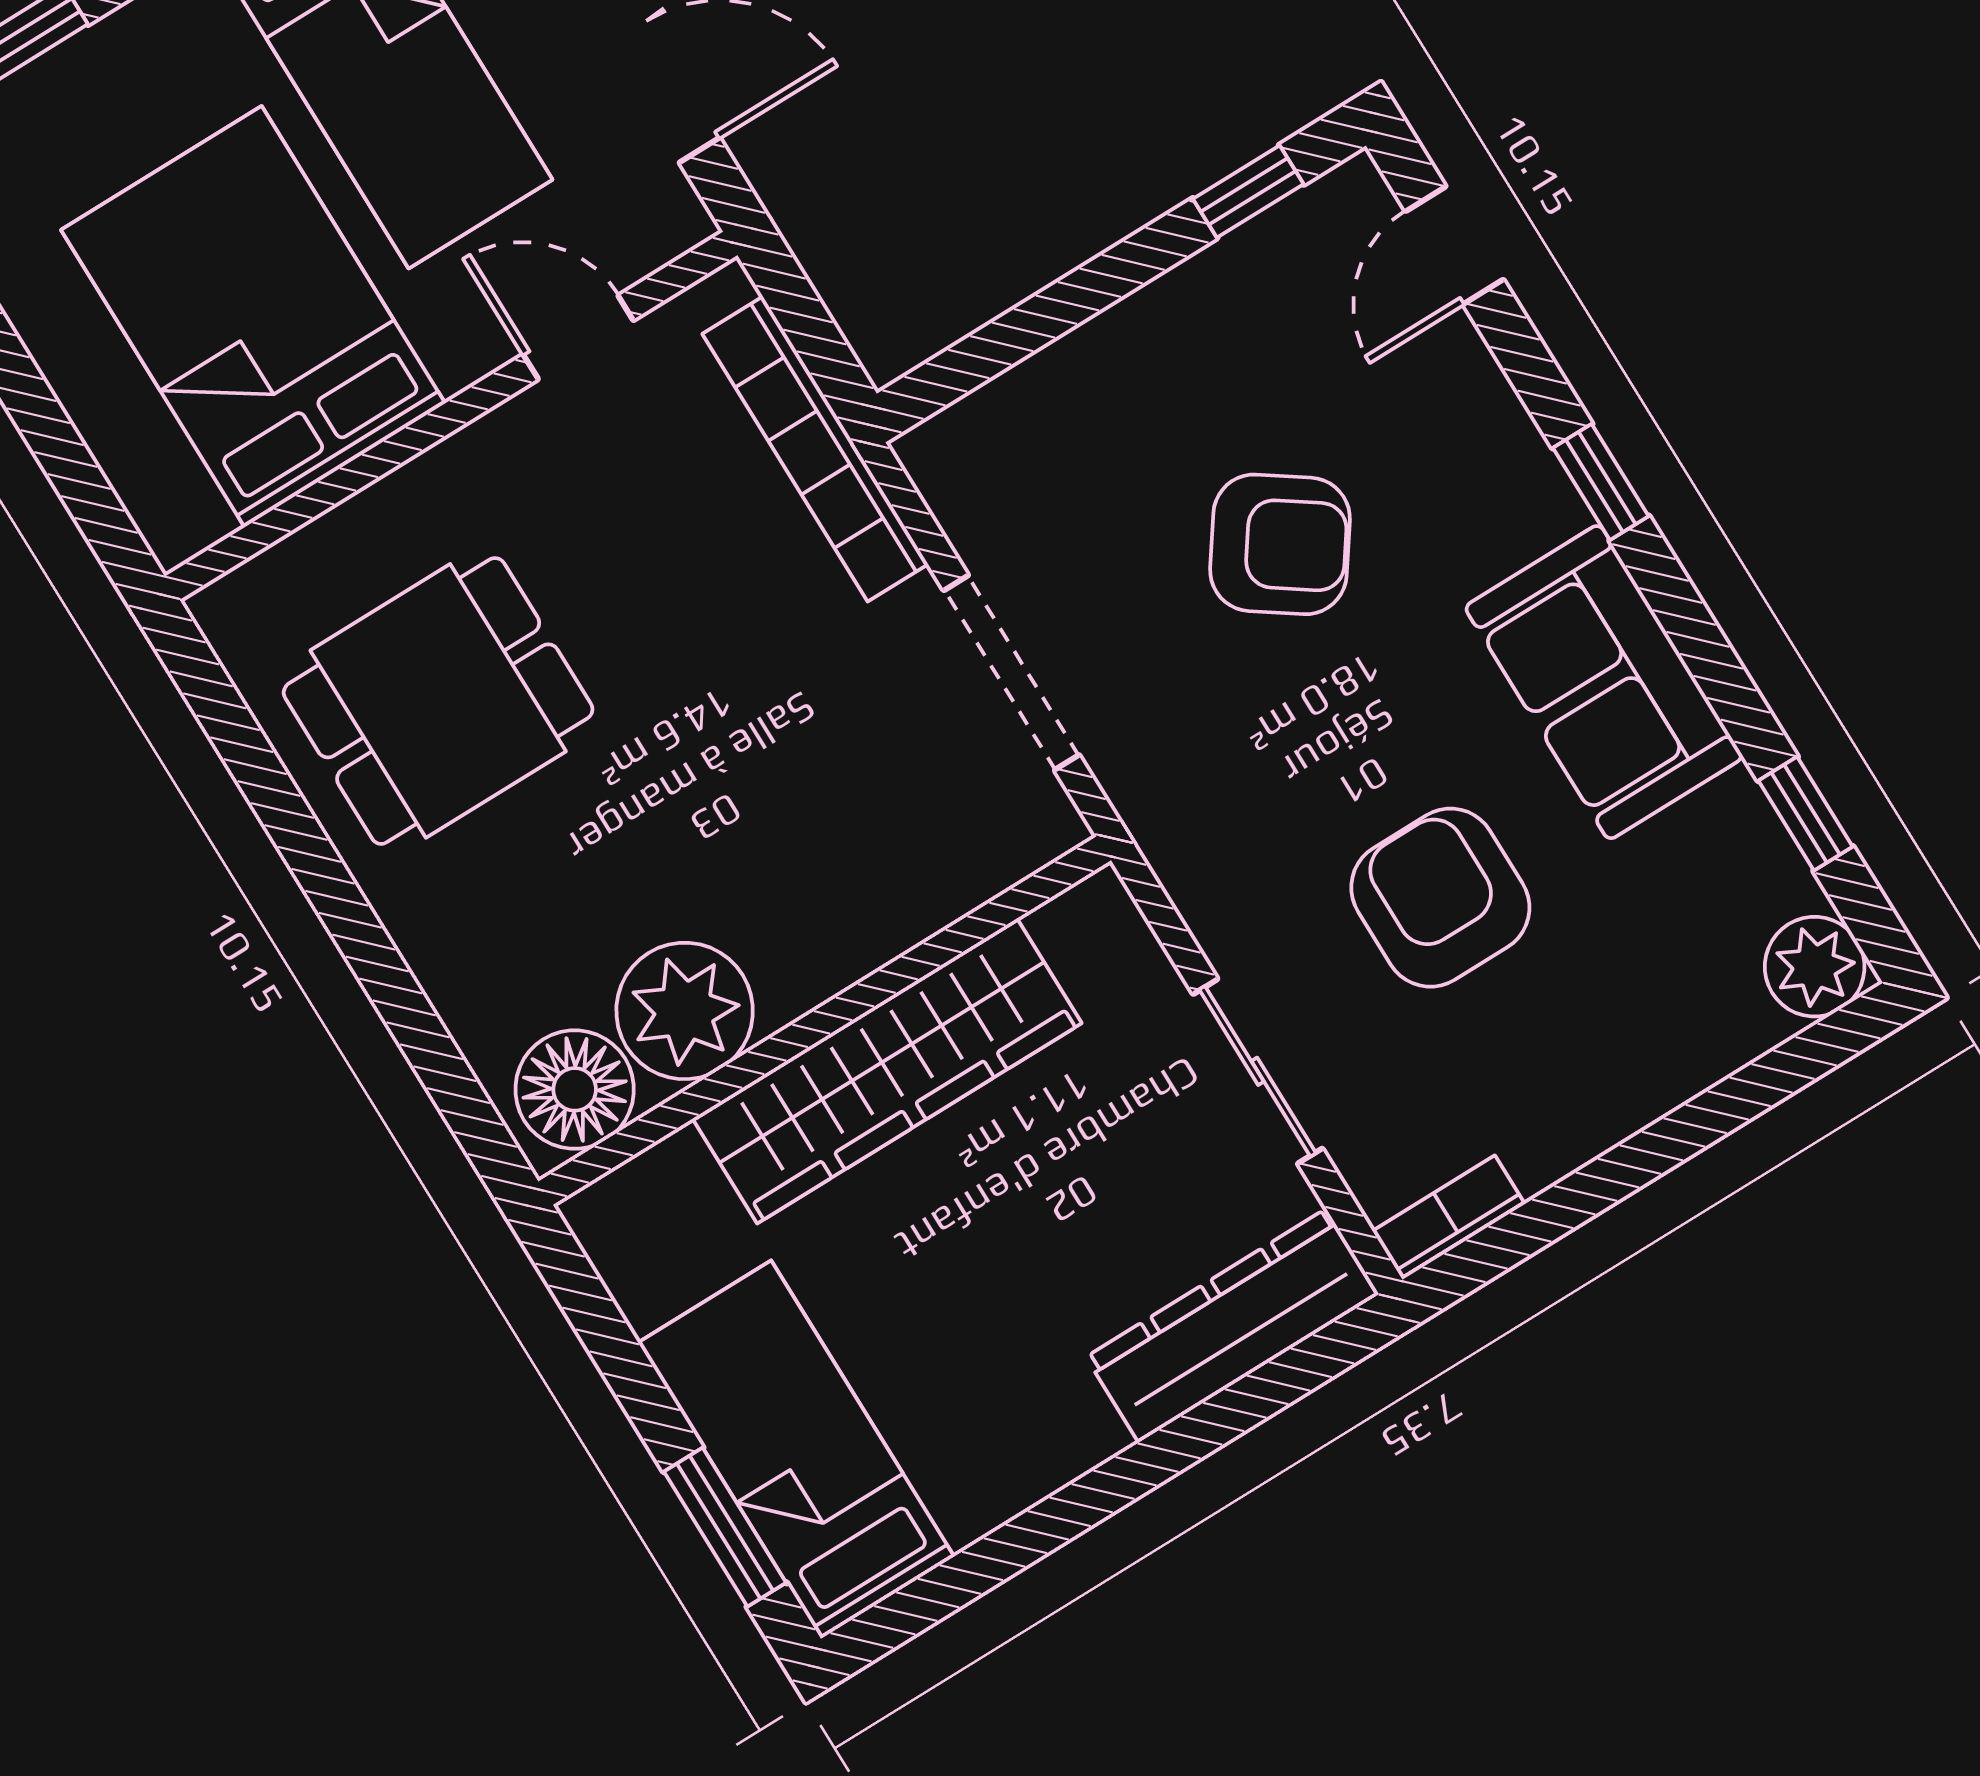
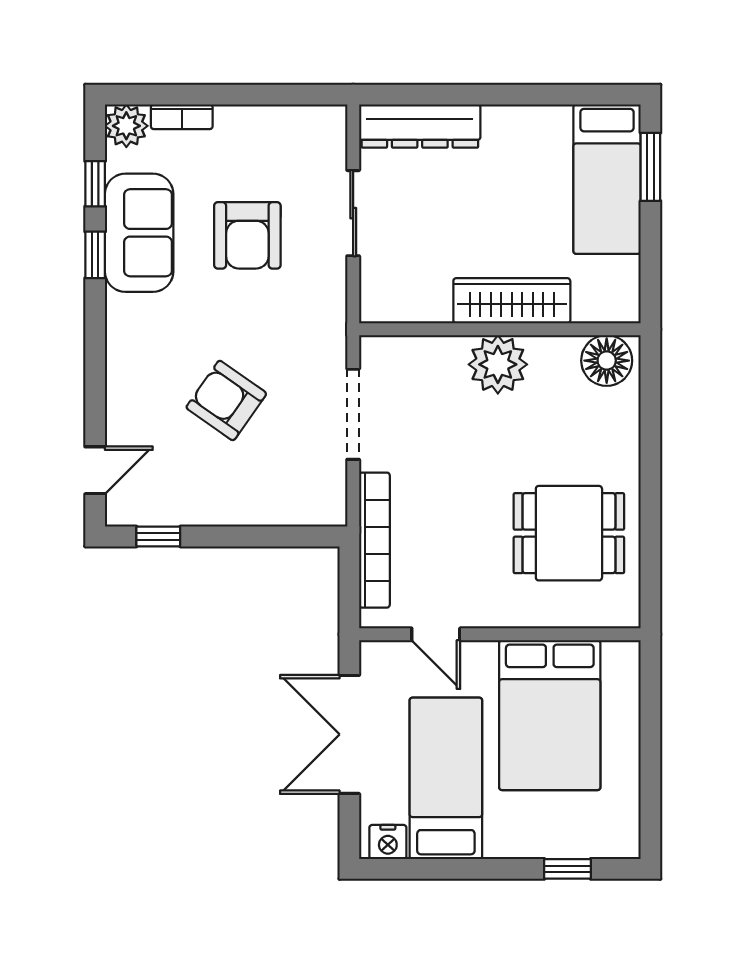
window: (1601, 482) -> (95, 255), moved
sofa: (1604, 682) -> (139, 233), moved
plant: (685, 1011) -> (498, 364), moved
wardrobe: (887, 1071) -> (512, 301), width x0.71, depth x0.85
bookcase: (1449, 1218) -> (182, 117), moved

